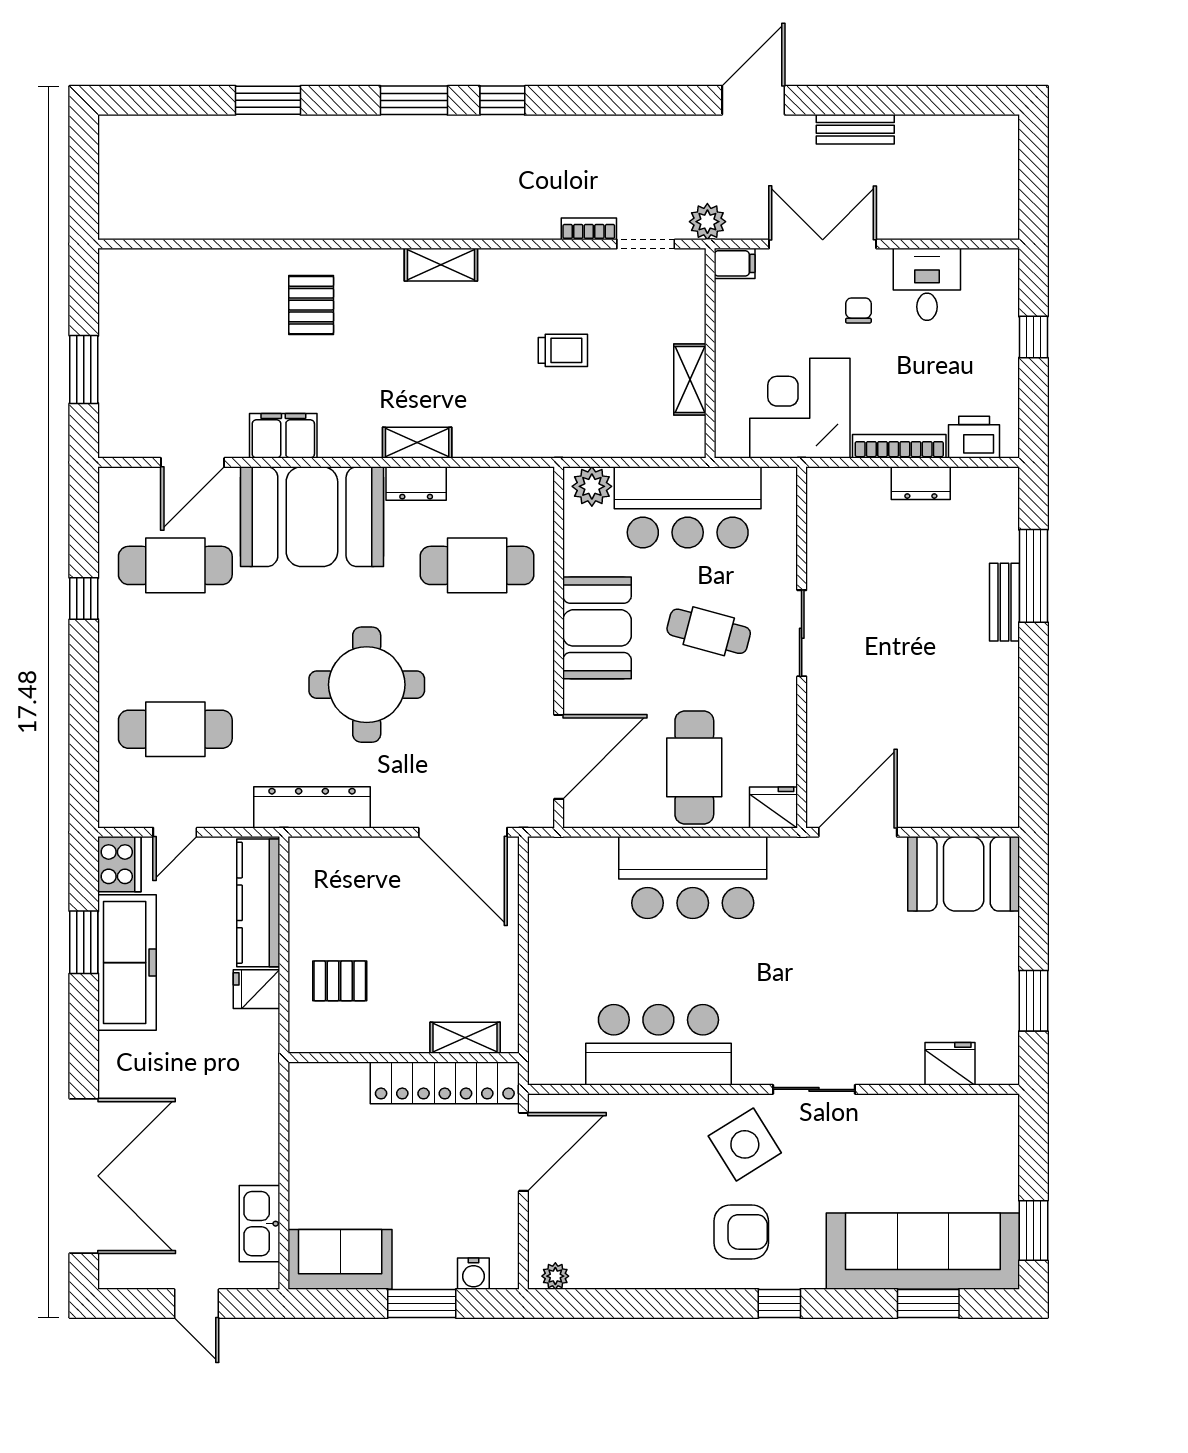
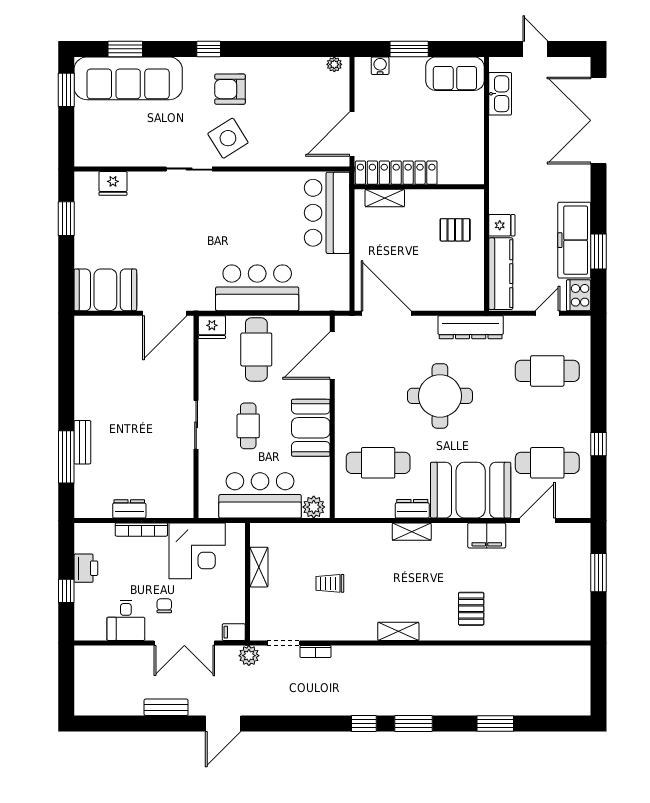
chair: (858, 310) -> (164, 606), turned 180
printer: (974, 437) -> (86, 568), moved, turned -90
cafe table: (709, 631) -> (248, 426), turned 75
bar counter: (658, 1045) -> (327, 213), moved, turned 90

